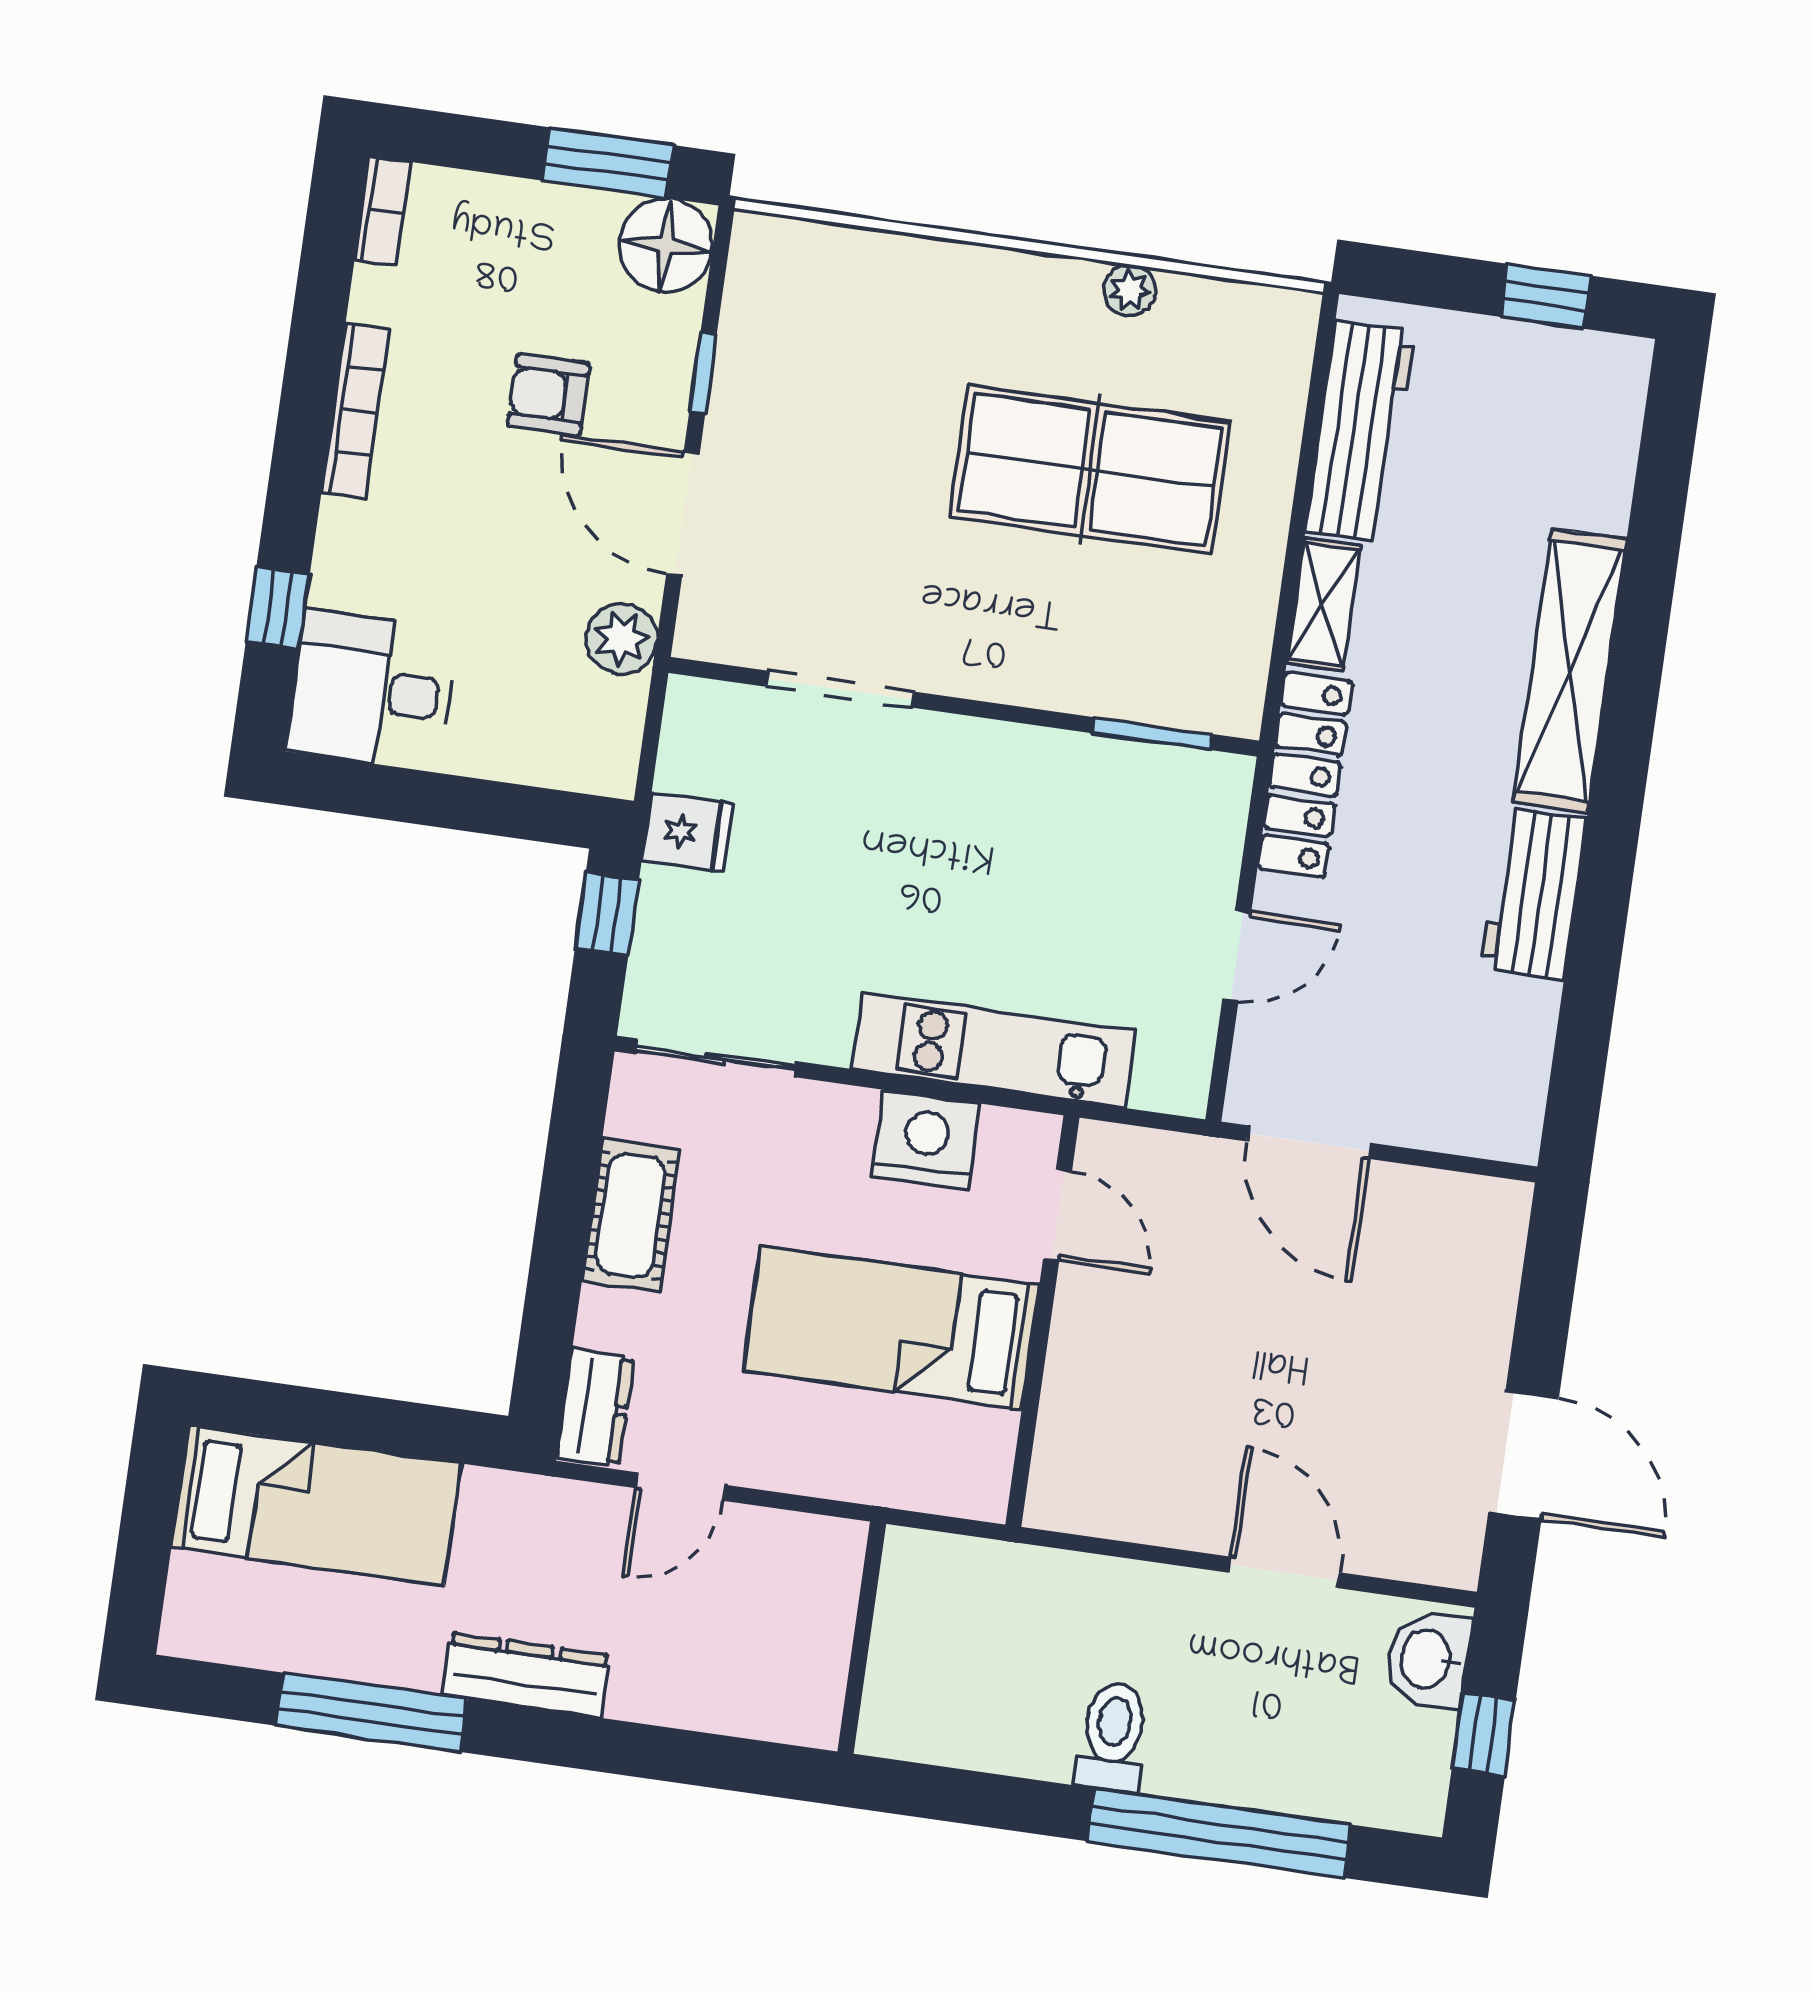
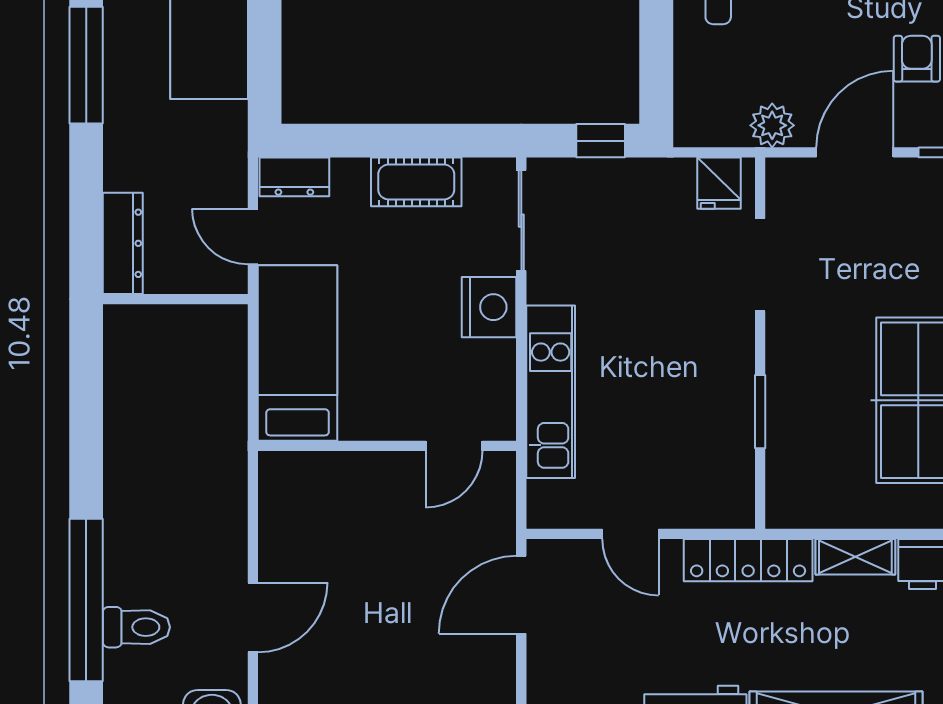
window: (1152, 734) -> (760, 412), moved
fridge: (687, 832) -> (719, 183), moved
nightstand: (926, 1140) -> (489, 307), moved
bed: (891, 1328) -> (298, 353), moved
wall: (862, 1638) -> (175, 299), moved
dresser: (526, 1675) -> (123, 243), moved
toilet: (1113, 1737) -> (136, 627), moved

